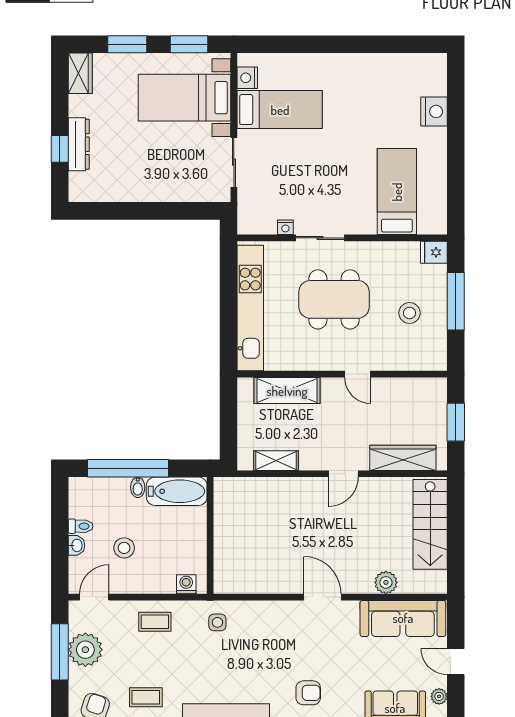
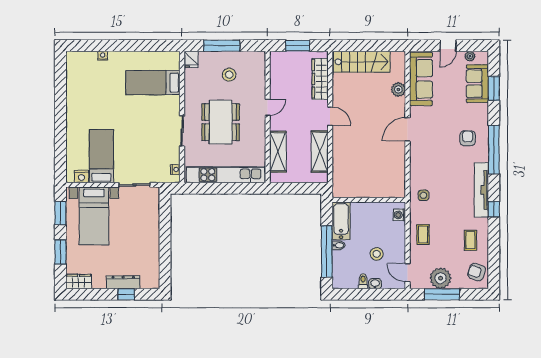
nightstand: (434, 111) -> (103, 56), width x0.53, depth x0.56
nightstand: (285, 227) -> (175, 169), moved
shelving: (276, 461) -> (320, 152), width x1.50, depth x1.33

